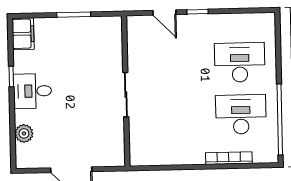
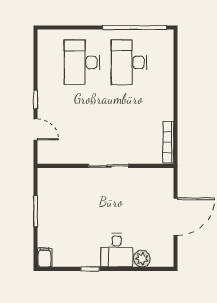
door: (164, 12) -> (36, 129), hinge flipped
filing cabinet: (23, 34) -> (45, 257), width x0.50
desk: (32, 91) -> (117, 250), moved
bookcase: (229, 158) -> (168, 142), moved

